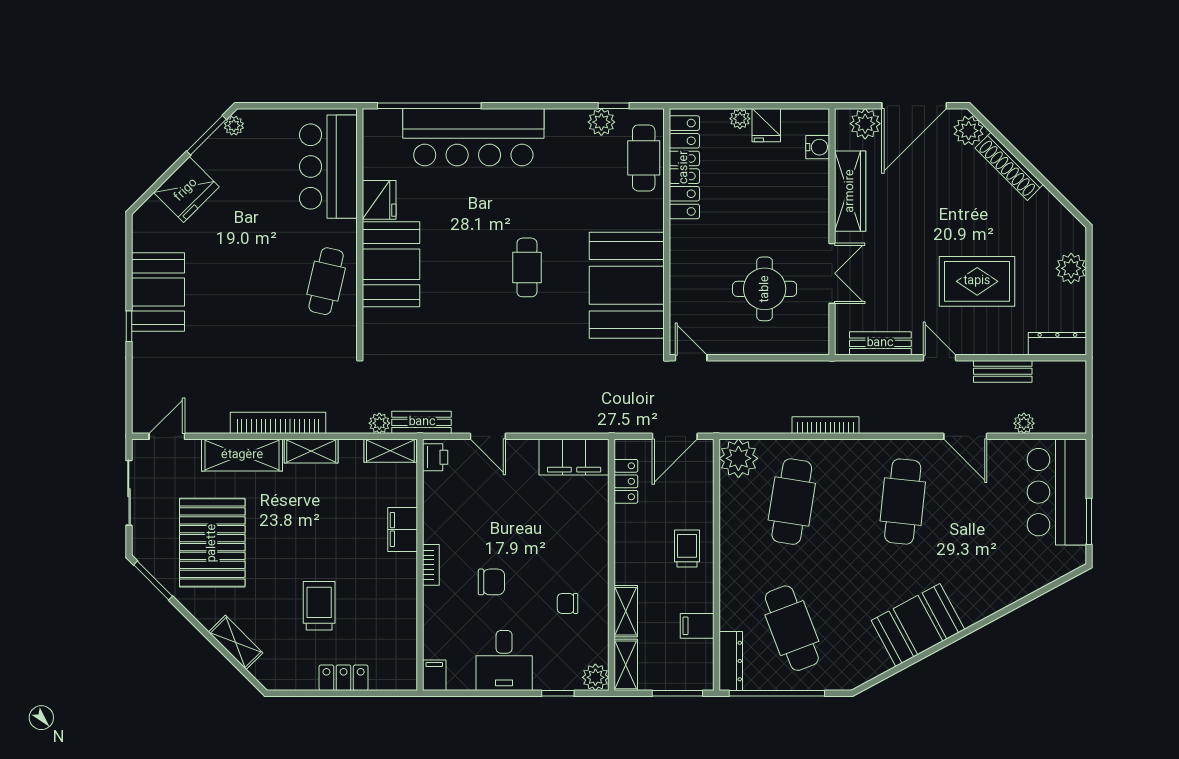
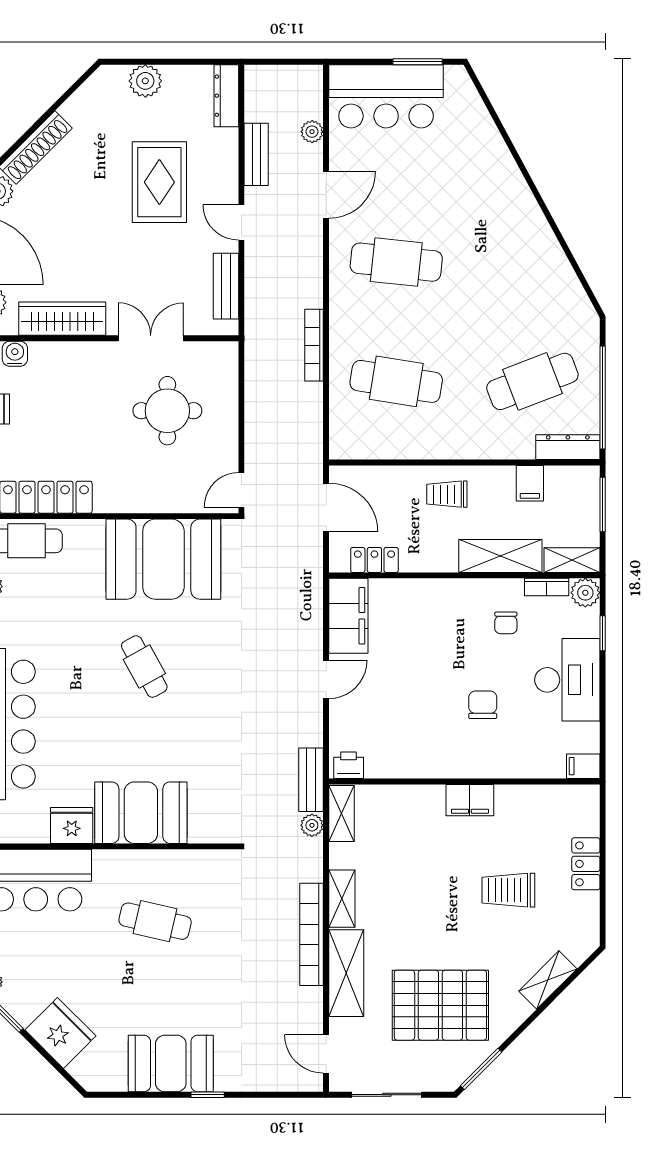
cafe table: (527, 267) -> (144, 666), turned 61
cafe table: (326, 281) -> (155, 921), moved
door: (940, 358) -> (241, 222), hinge flipped
door: (488, 436) -> (326, 679), moved
plant: (738, 458) -> (350, 439), removed
filing cabinet: (403, 529) -> (470, 800), moved
bookcase: (431, 565) -> (547, 587), moved, turned 180
shelving: (626, 611) -> (500, 556), width x1.50, depth x1.33
booth: (918, 625) -> (529, 246), removed
desk: (504, 661) -> (567, 680), width x1.37

